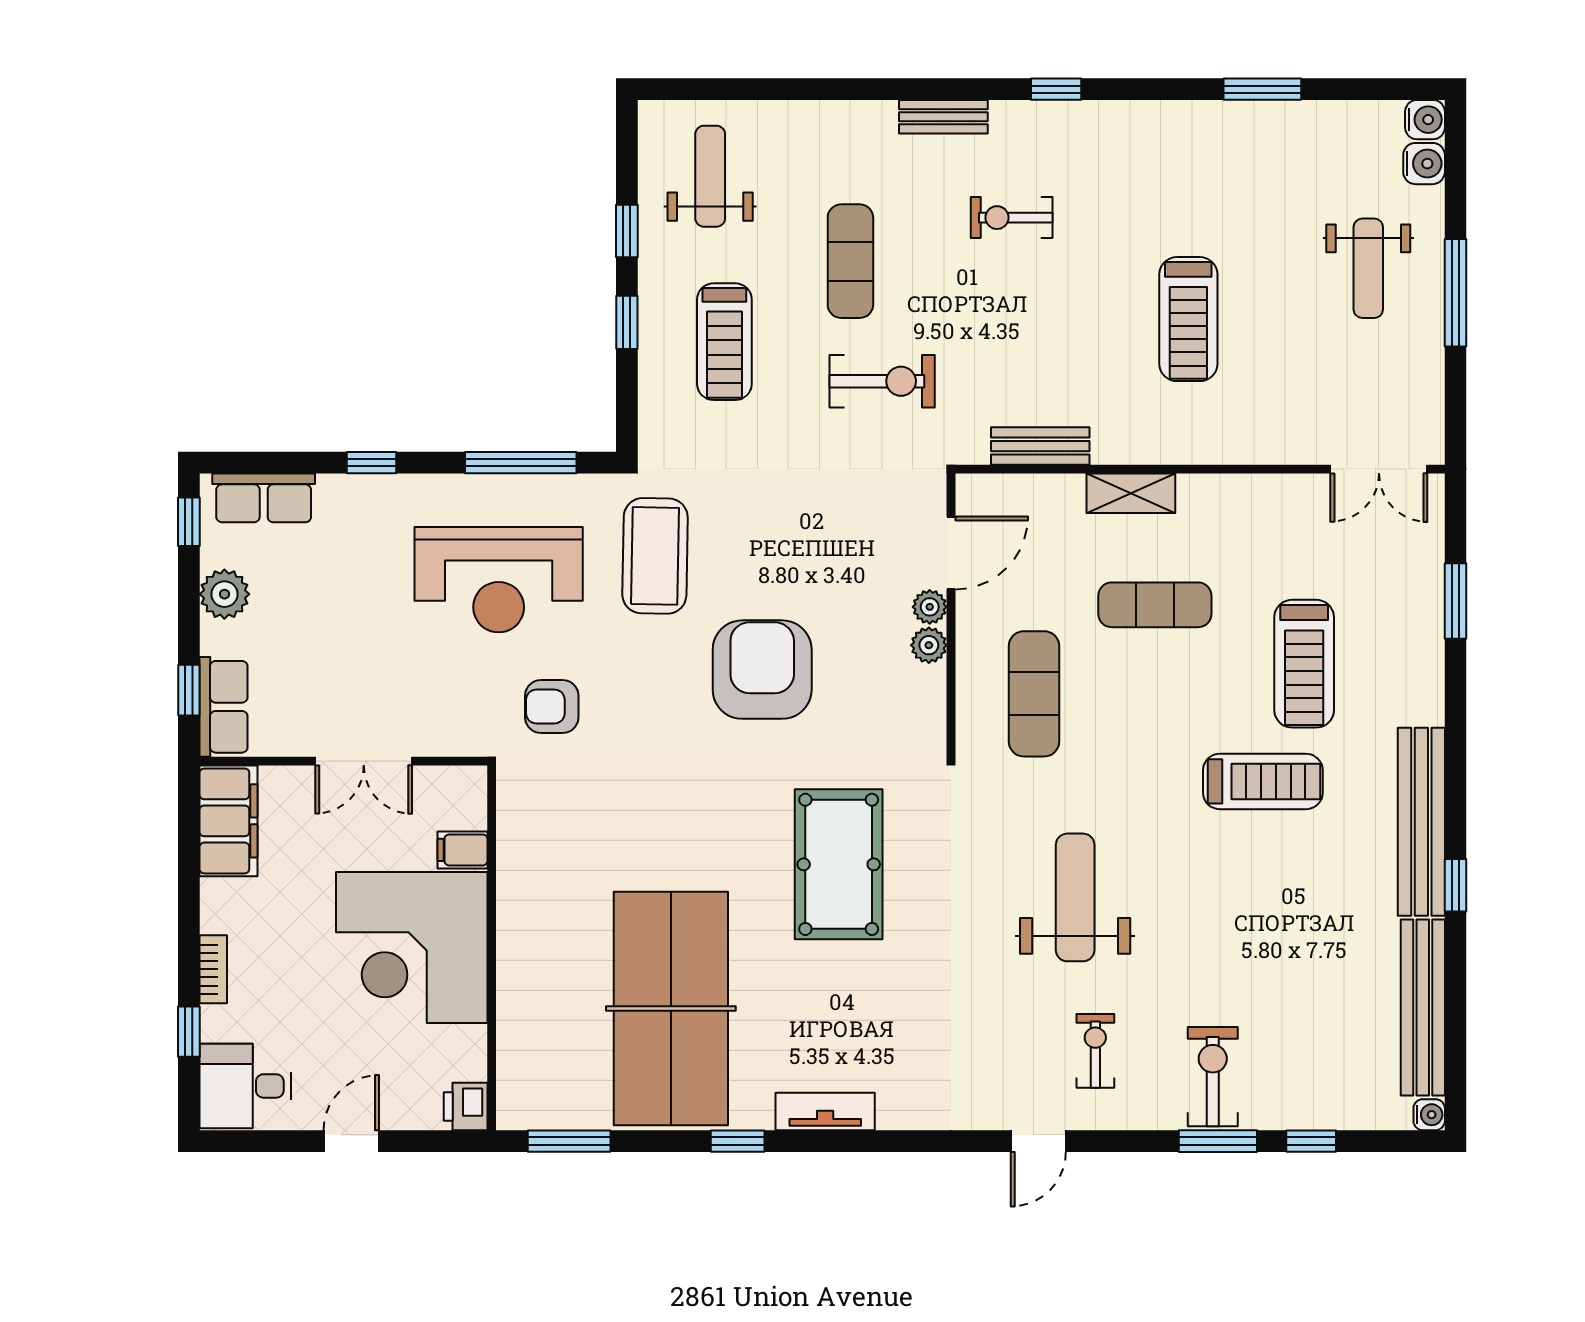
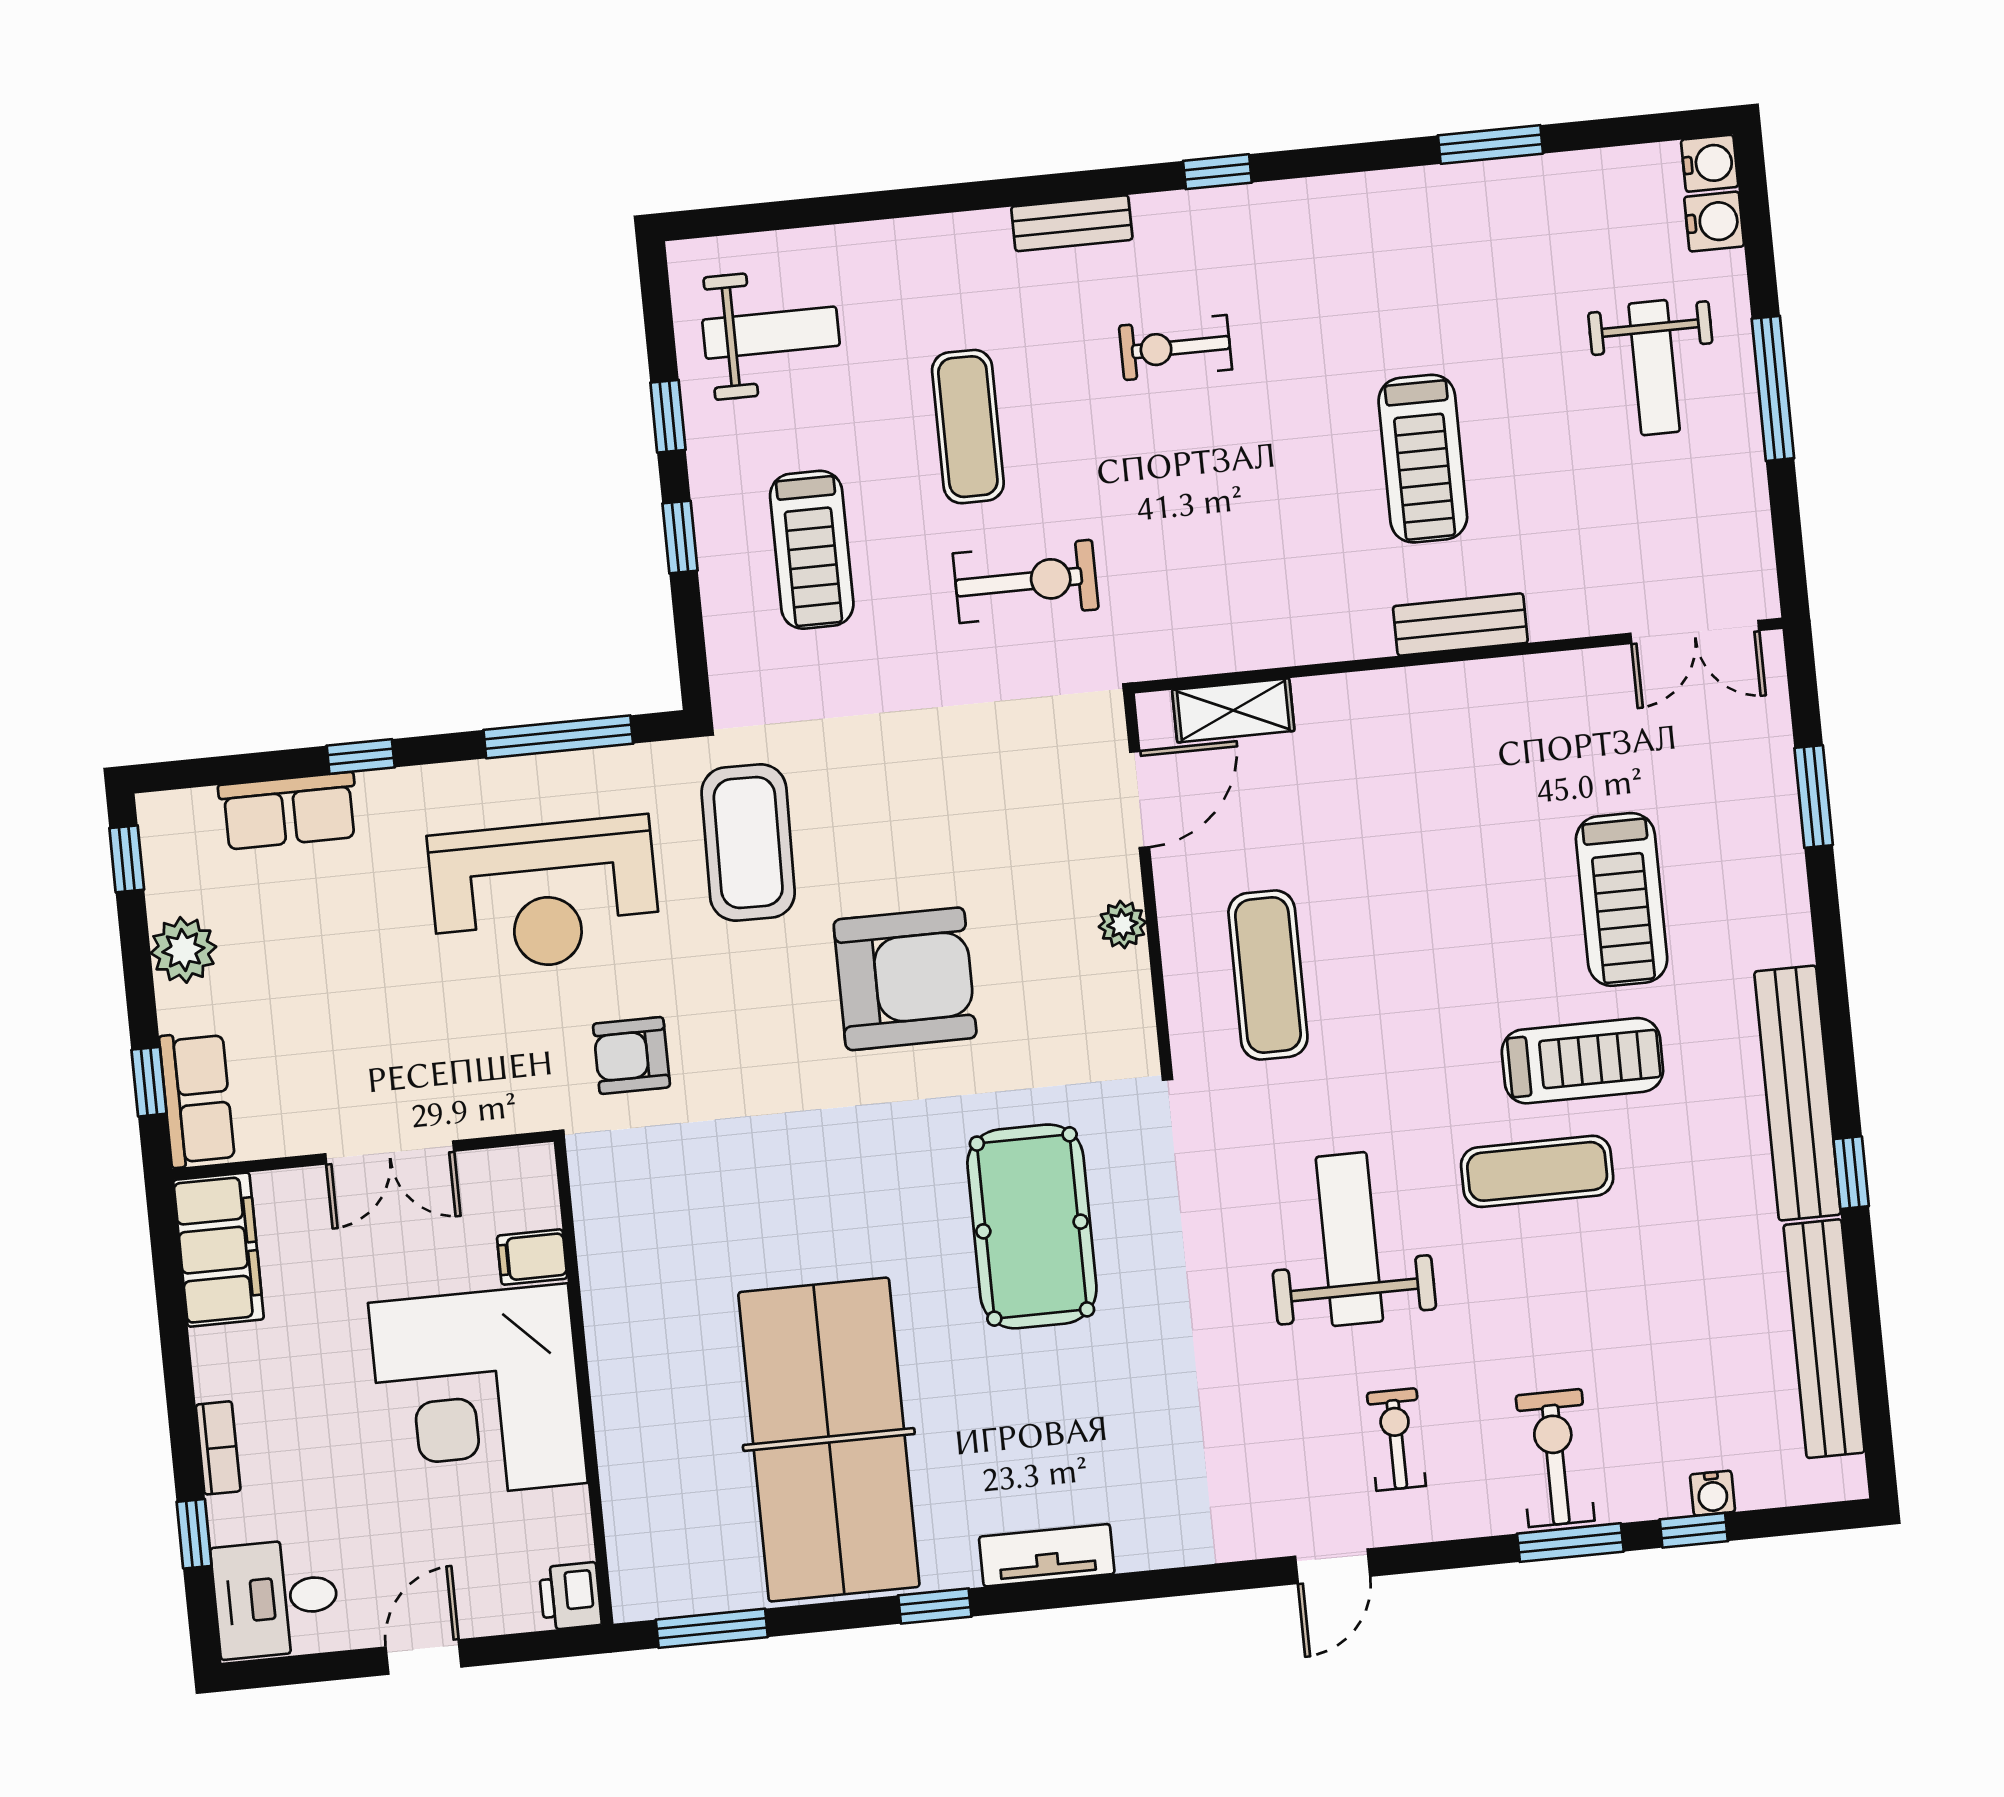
weight bench: (710, 176) -> (771, 333), turned 90
bench: (1040, 446) -> (1460, 625), moved
shelving: (1131, 493) -> (1233, 710), moved
row of seats: (264, 498) -> (289, 811), moved
exercise mat: (1155, 605) -> (1537, 1171), moved
plant: (930, 607) -> (1118, 874), removed
armchair: (762, 670) -> (905, 979), turned 90
water cooler: (1429, 1115) -> (1713, 1493), moved, turned 90

